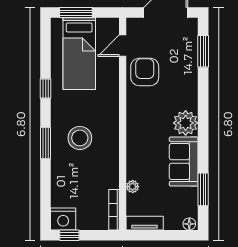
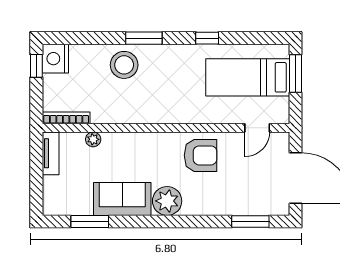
door: (123, 46) -> (257, 128), swing flipped
armchair: (145, 72) -> (201, 155), moved
stool: (80, 138) -> (124, 65), moved
floor lamp: (189, 224) -> (50, 205), removed

